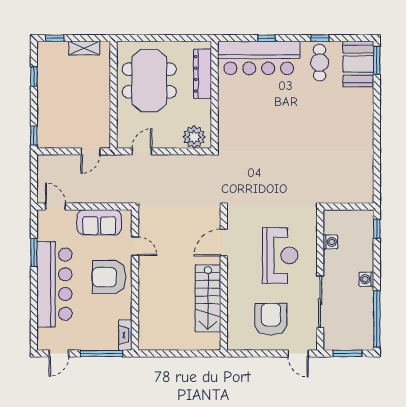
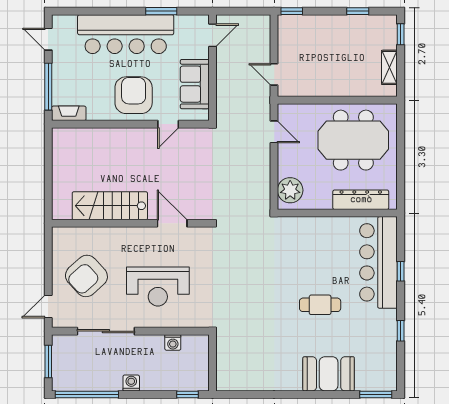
cafe table: (320, 63) -> (320, 305), moved
booth: (358, 64) -> (329, 374), moved
armchair: (271, 319) -> (86, 276), turned 138

